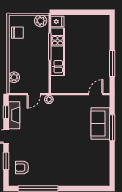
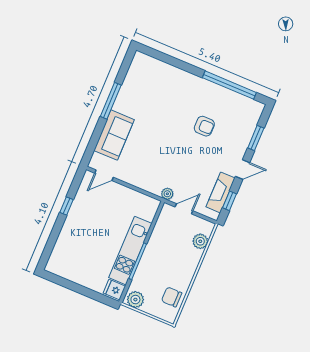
window: (112, 63) -> (66, 206), width x0.46
window: (112, 128) -> (111, 101), moved
armchair: (22, 168) -> (204, 126), moved

